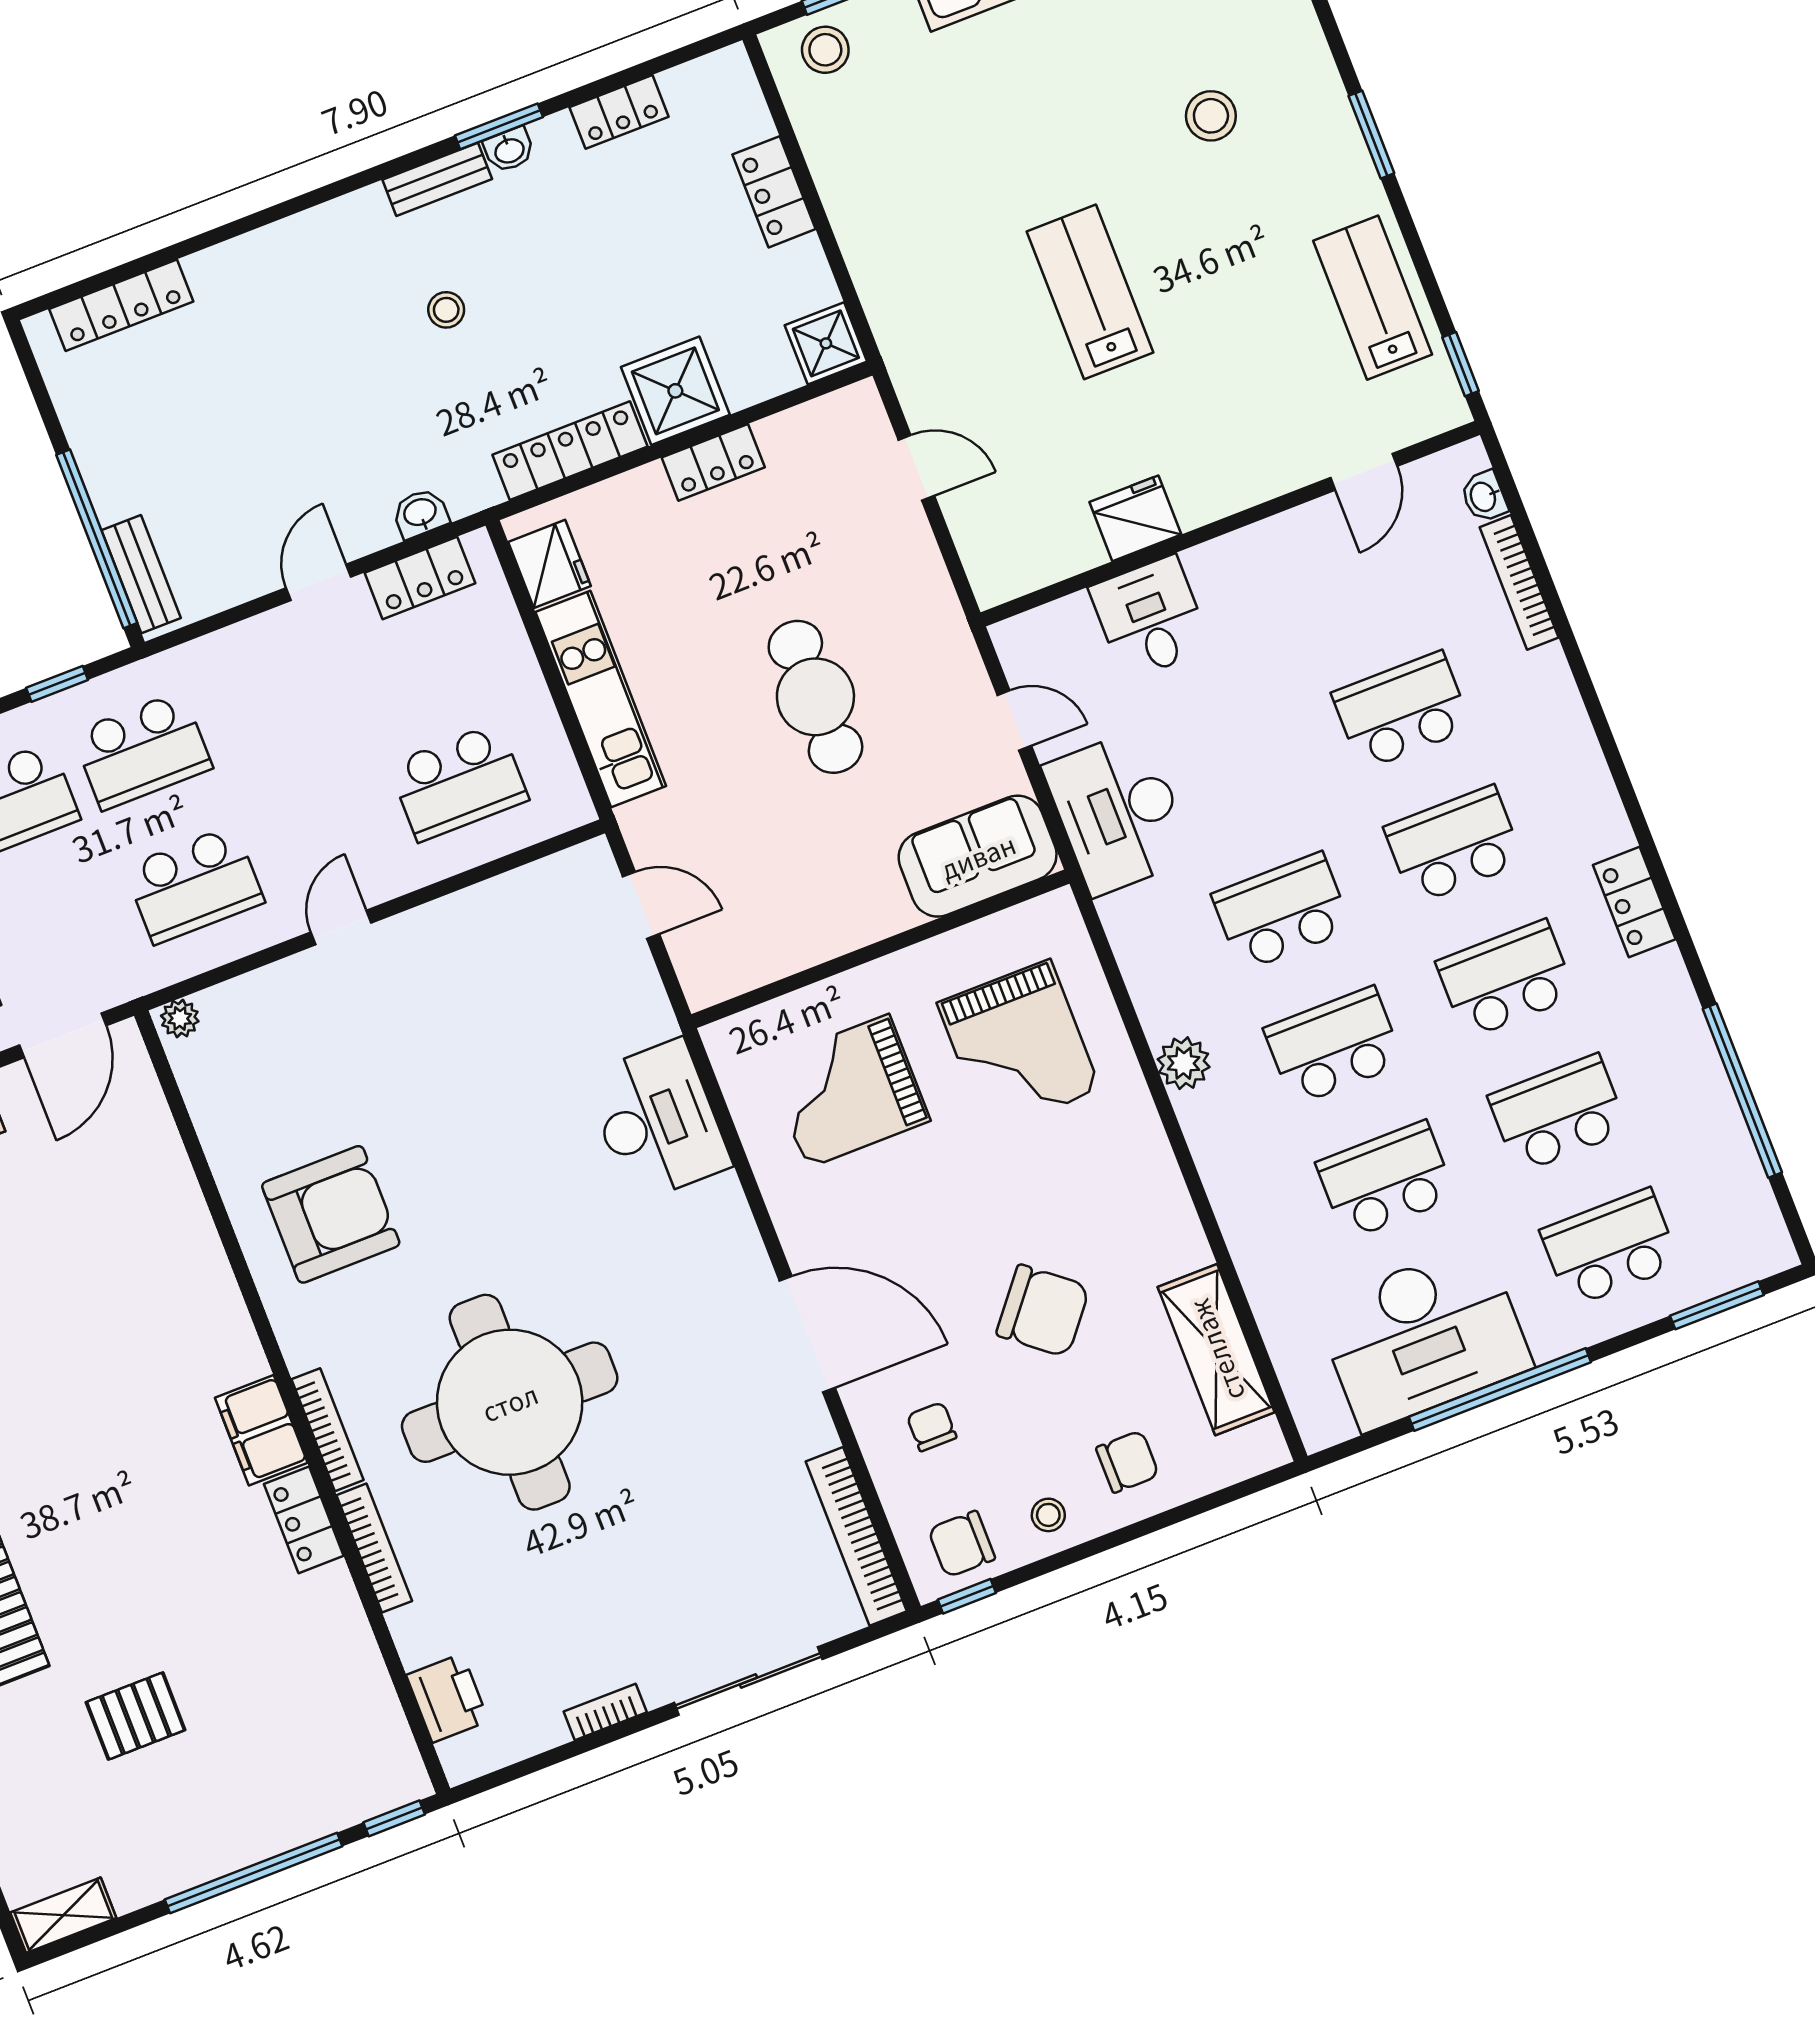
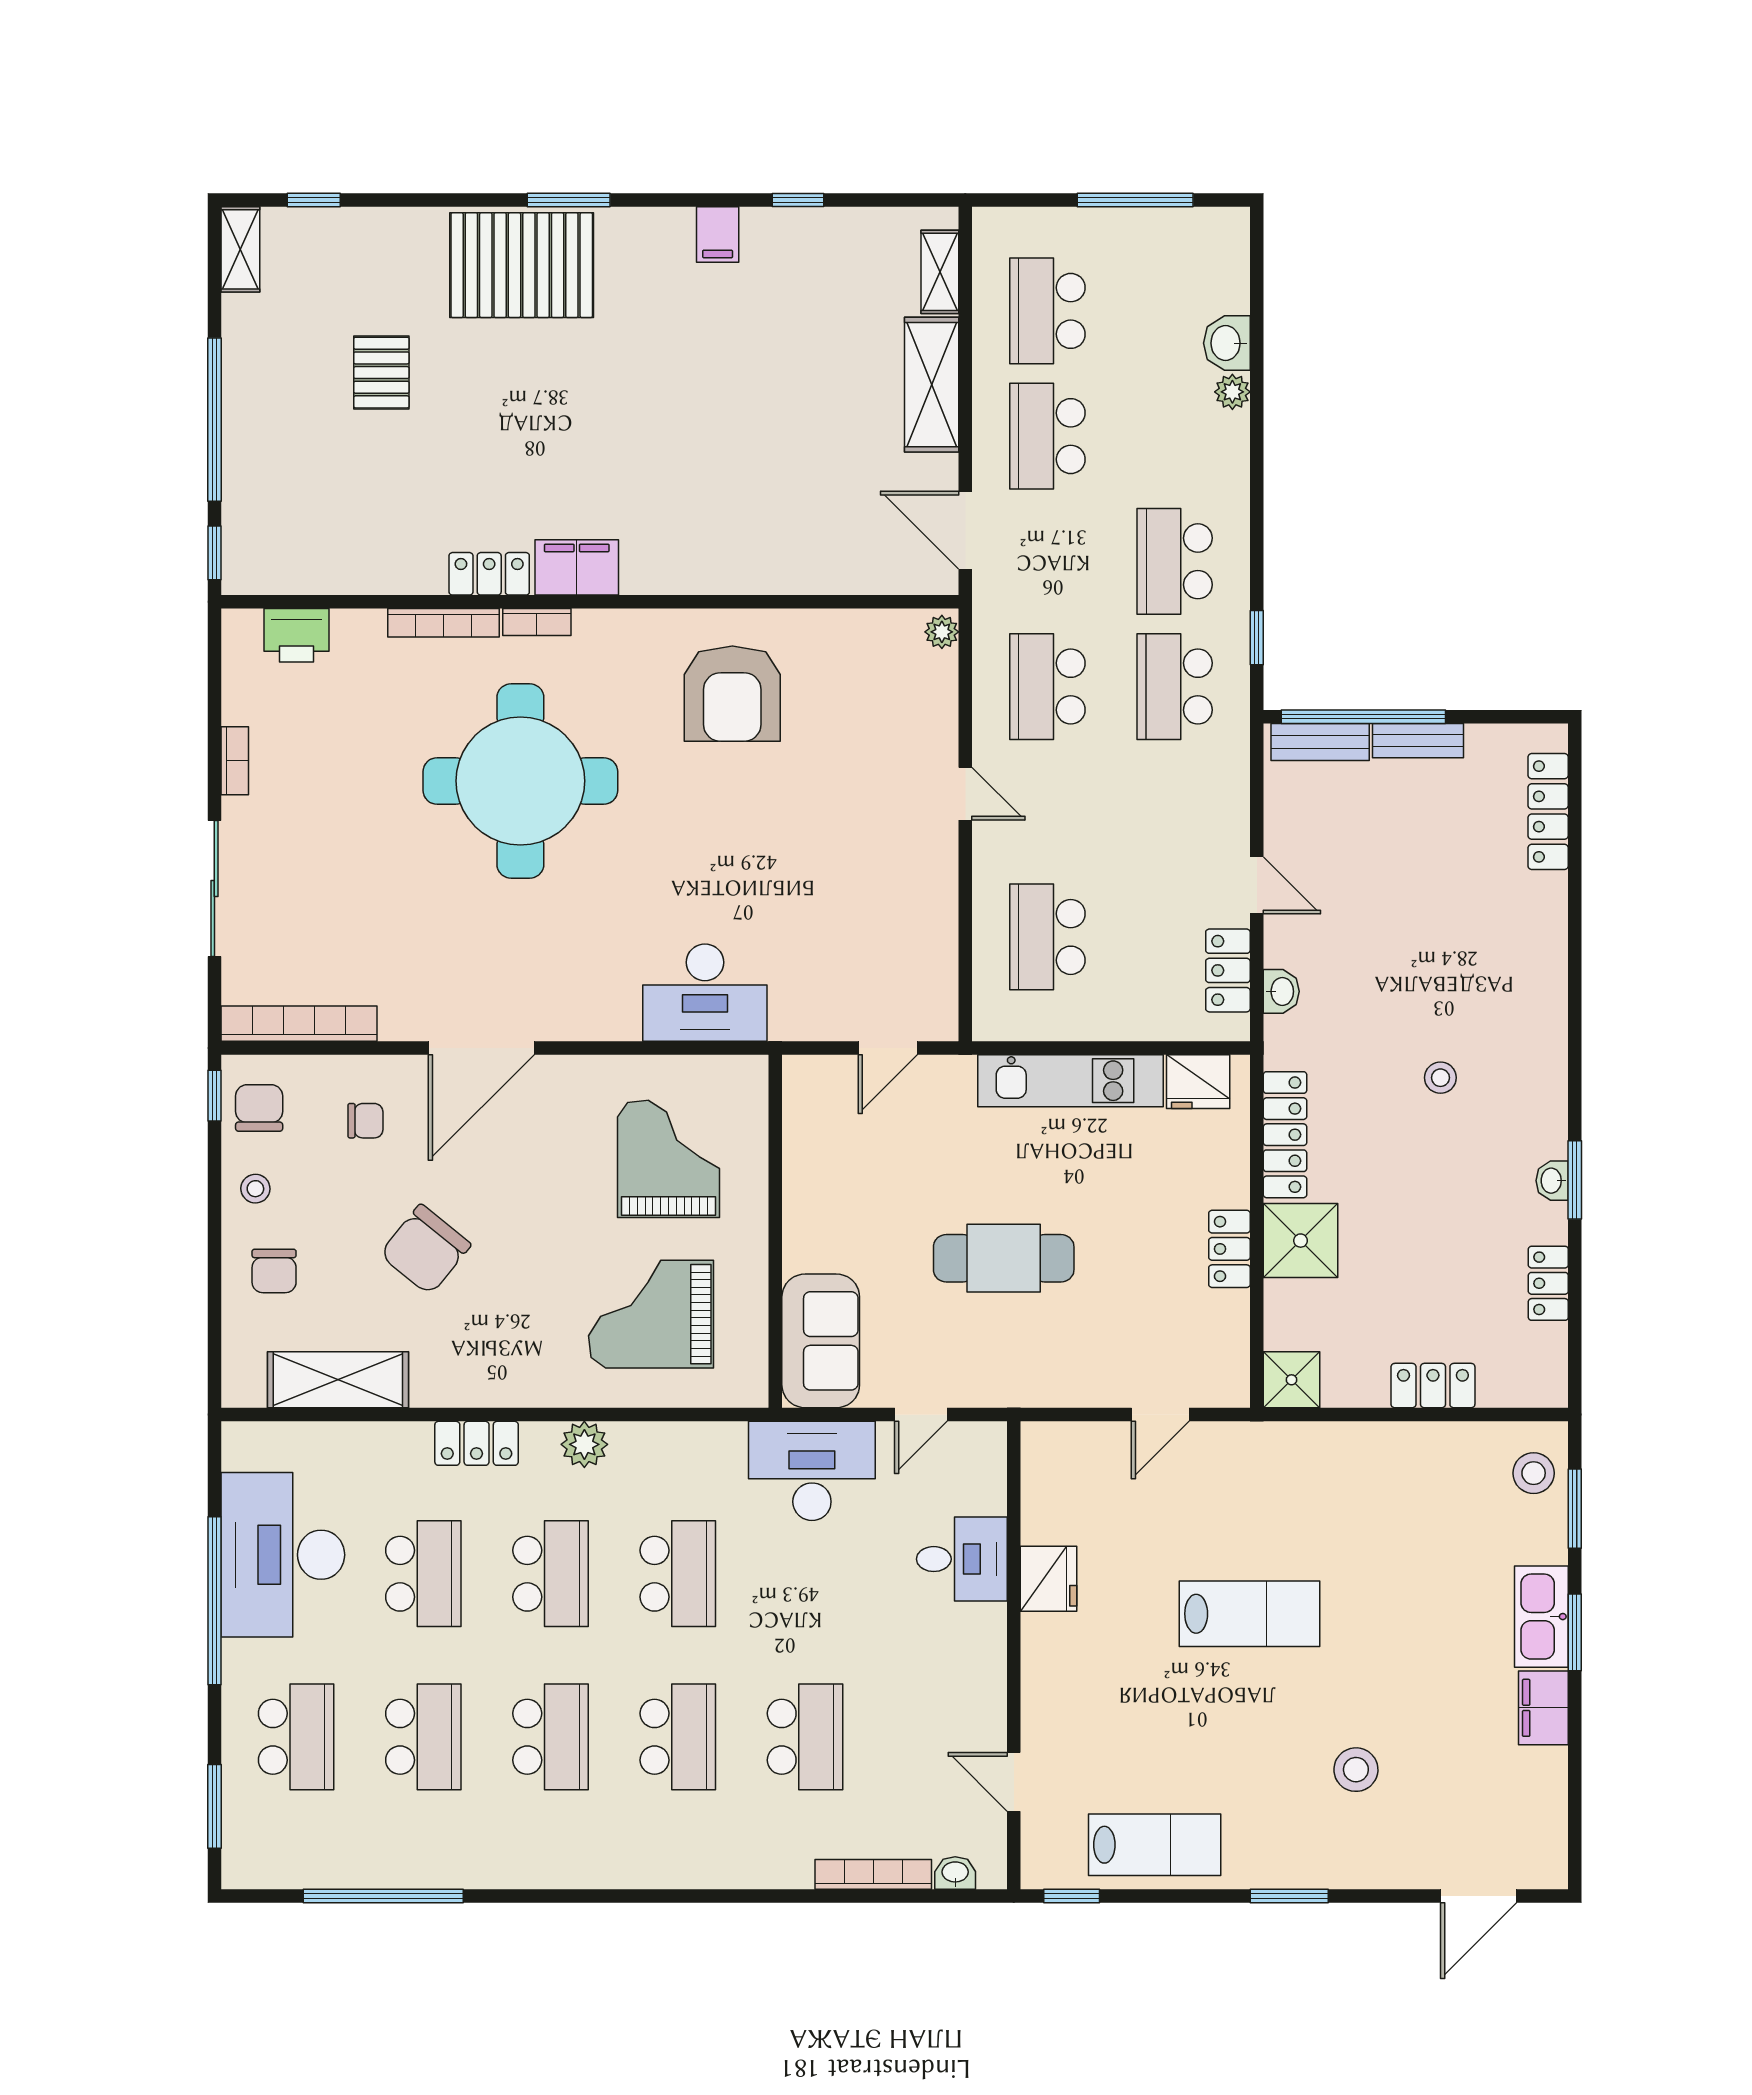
bench: (437, 179) -> (1418, 741), moved, turned 90
locker: (1634, 902) -> (477, 1443), moved, turned 180
bookcase: (327, 1430) -> (537, 622), width x0.64

